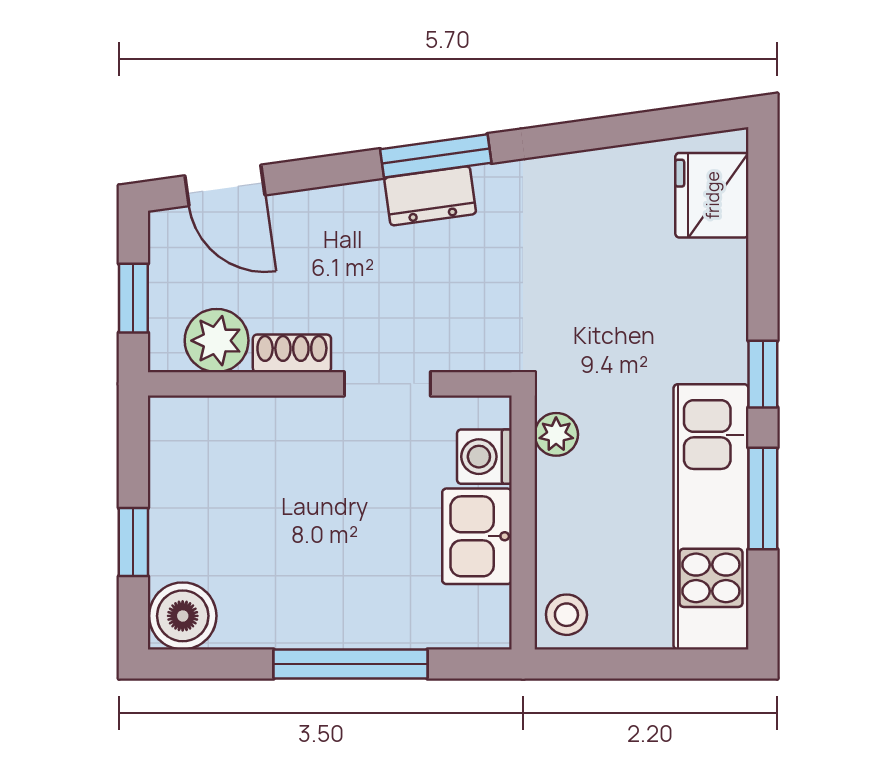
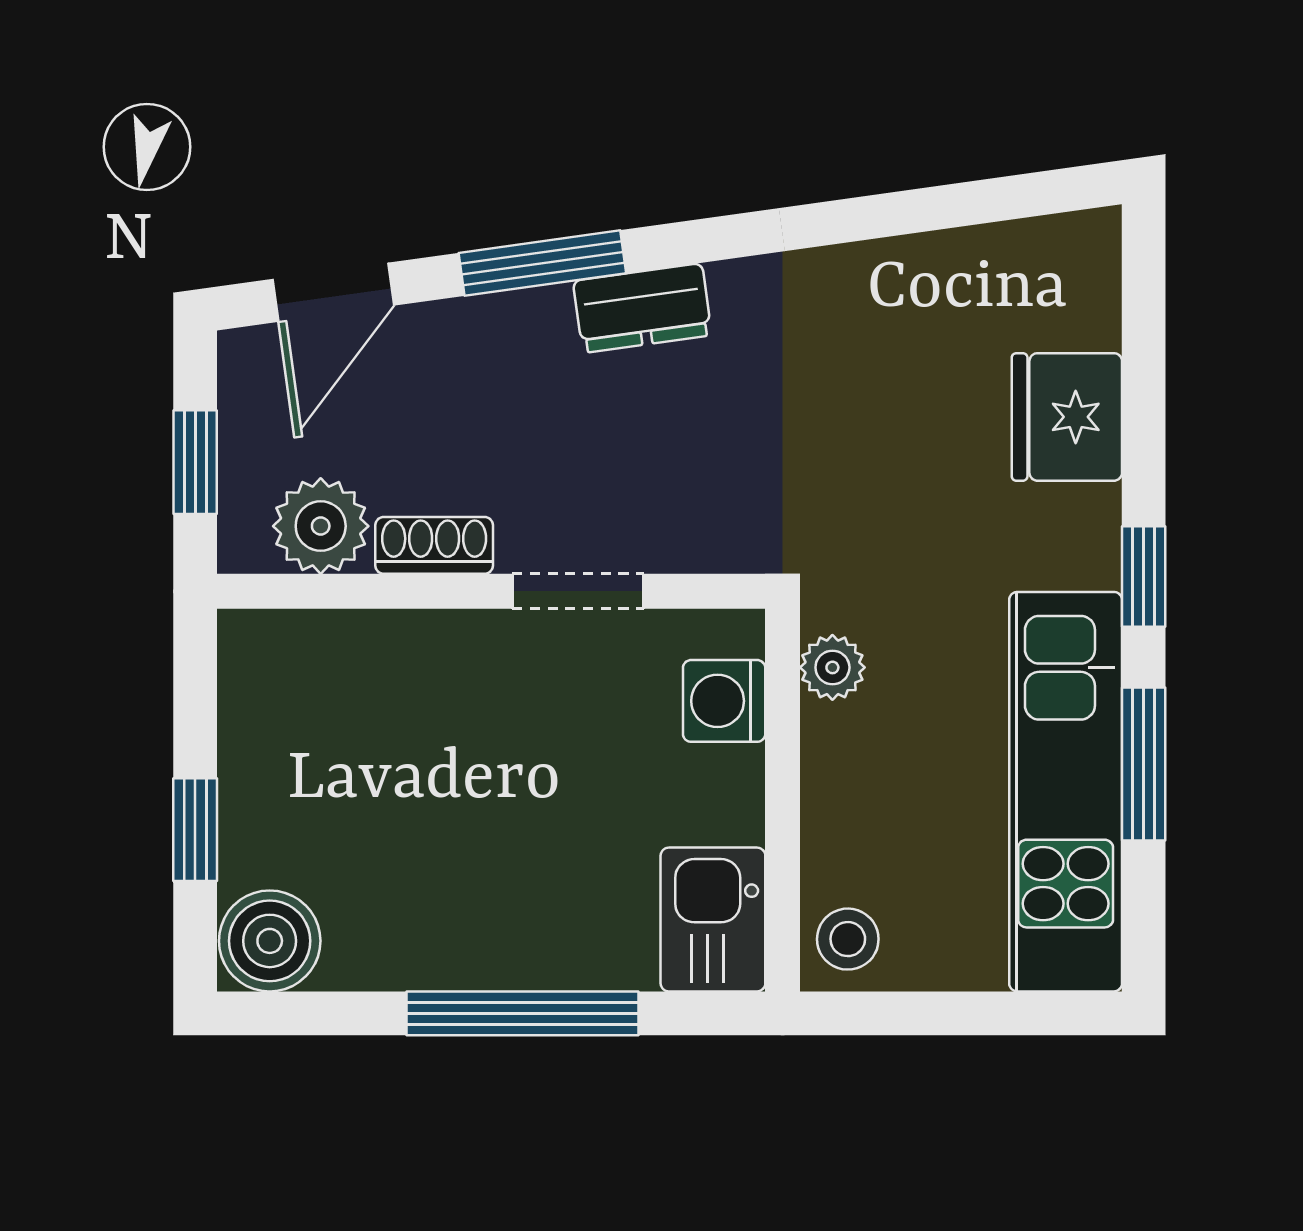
window: (436, 156) -> (542, 263), moved
door: (225, 185) -> (333, 292), hinge flipped
fridge: (712, 195) -> (1067, 417), moved
kitchen sink: (477, 536) -> (713, 920), moved

